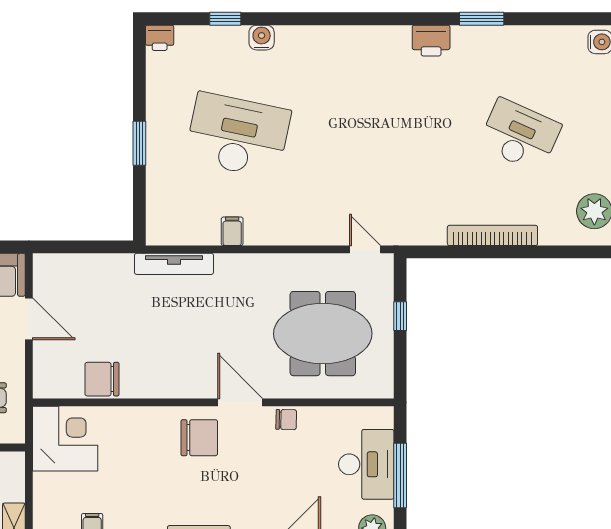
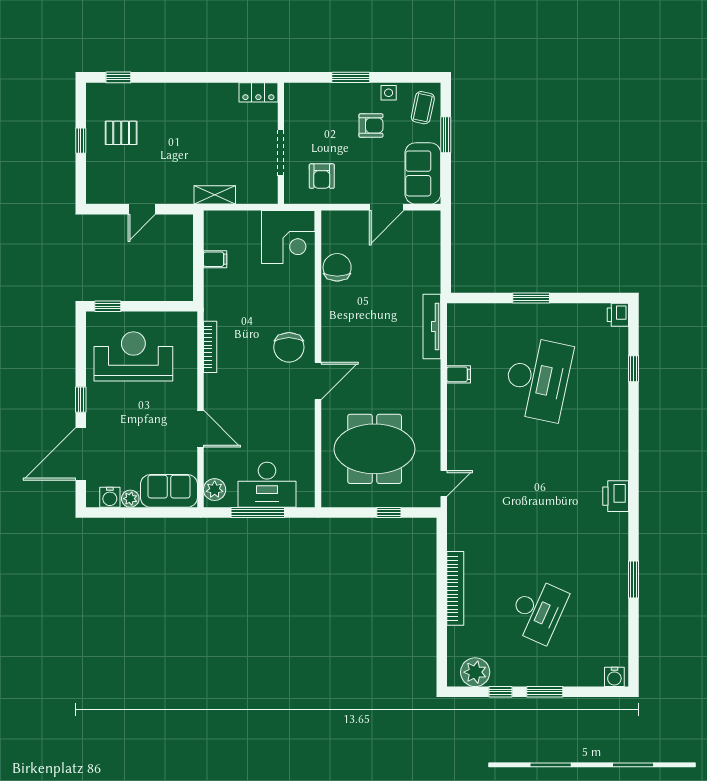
water cooler: (262, 38) -> (618, 399), removed
printer: (431, 41) -> (616, 496), moved
meeting table: (323, 334) -> (375, 449), turned 90
chair: (286, 420) -> (304, 419), removed

